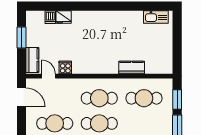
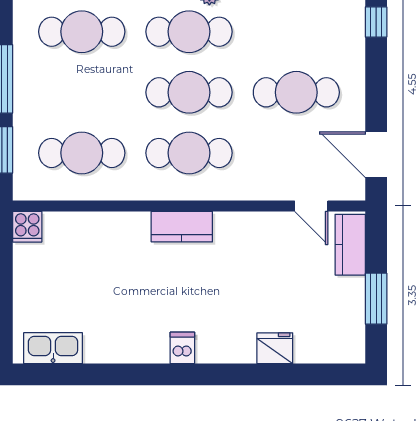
dishwasher: (50, 17) -> (182, 348), moved
cooker: (65, 68) -> (27, 227), moved
kitchen counter: (132, 68) -> (182, 227), moved

